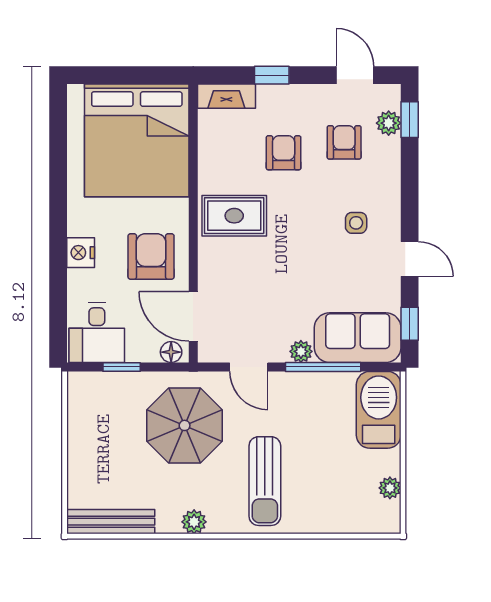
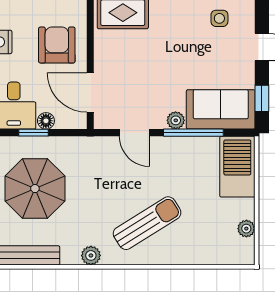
floor lamp: (171, 352) -> (46, 121), moved
parasol: (185, 425) -> (35, 189), moved
sun lounger: (265, 481) -> (147, 223), turned -122

